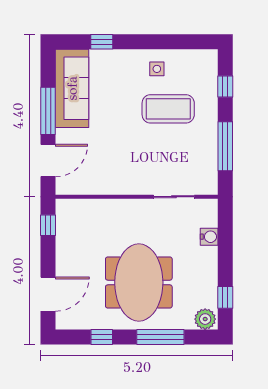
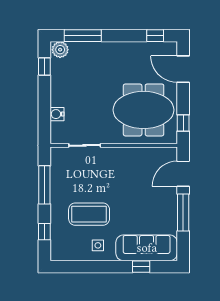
sofa: (72, 88) -> (147, 248), moved, turned 90
meeting table: (139, 283) -> (144, 110), moved, turned 90
door: (48, 294) -> (183, 69), hinge flipped
window: (102, 337) -> (155, 36), moved
window: (160, 337) -> (83, 36), moved

